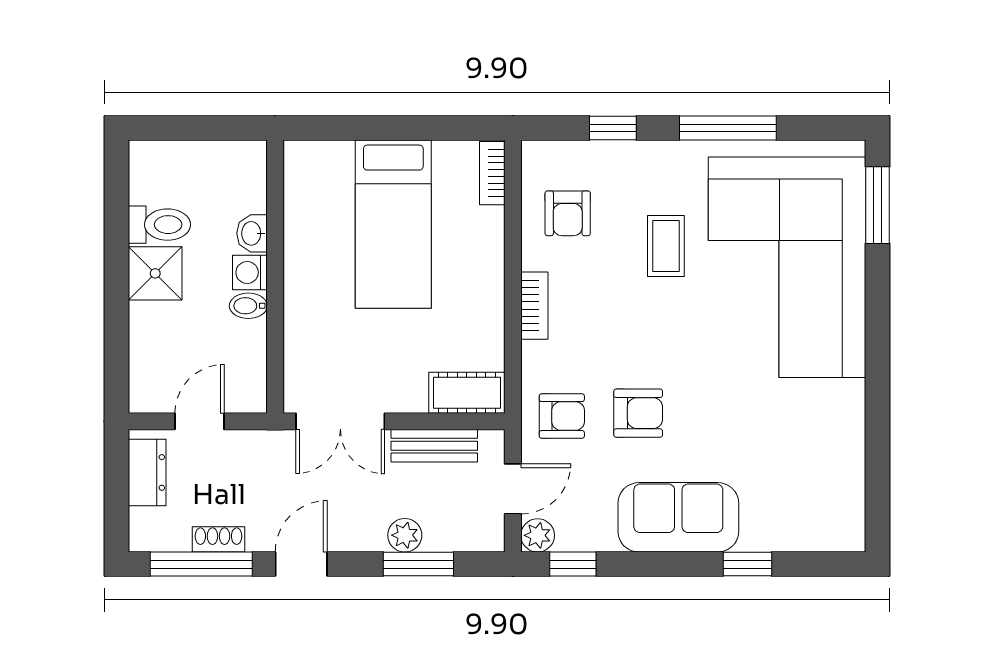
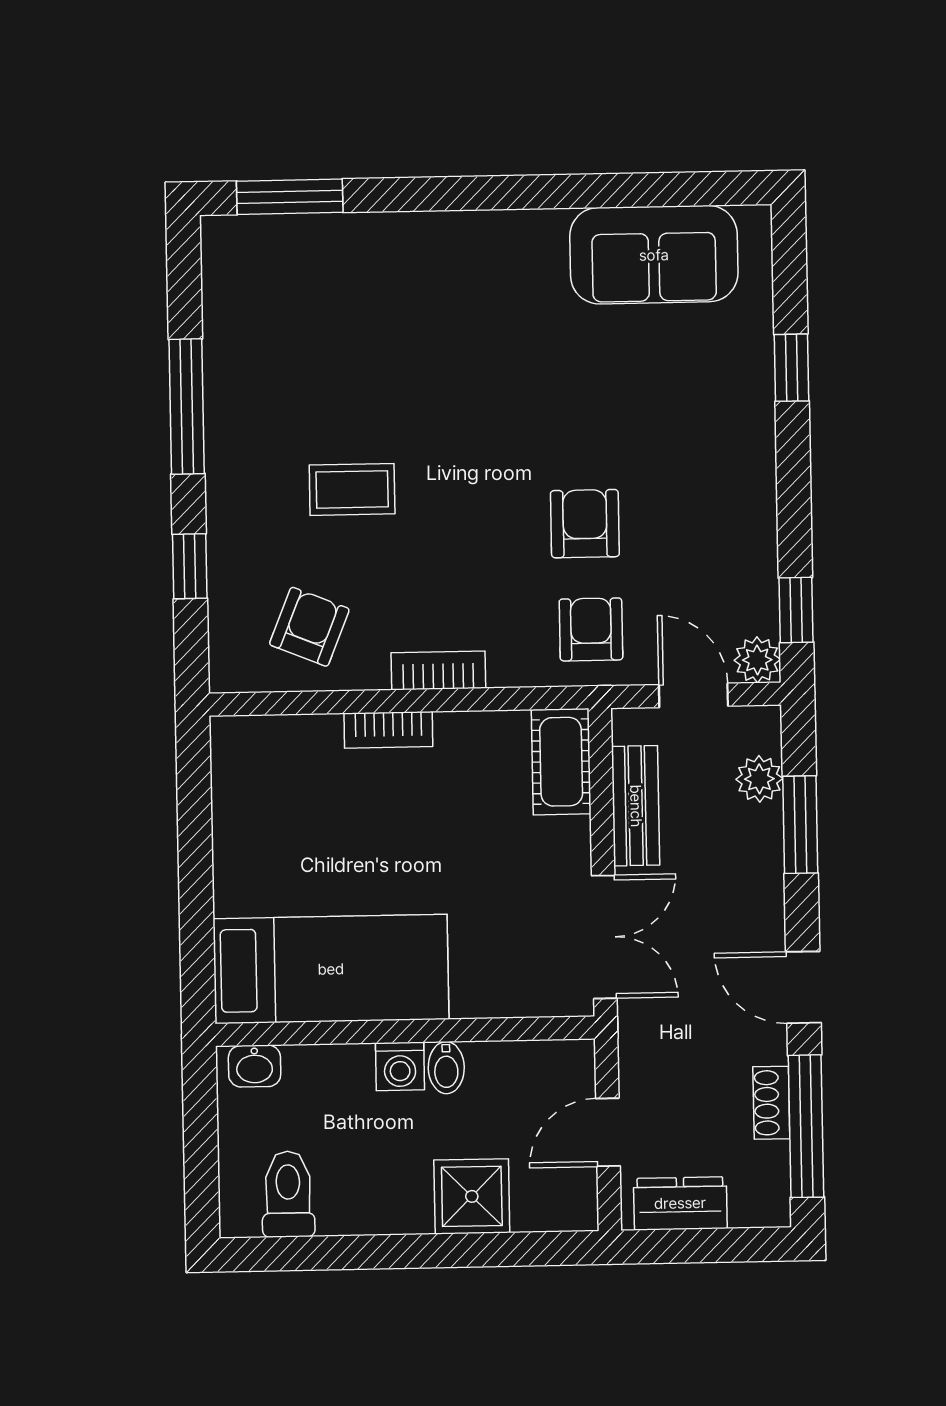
bookcase: (492, 173) -> (388, 730), moved
armchair: (568, 213) -> (309, 627), turned -68
bed: (393, 224) -> (331, 969), moved
toilet: (159, 225) -> (288, 1194), moved
washbasin: (252, 233) -> (255, 1066), moved
corner sofa: (787, 267) -> (378, 321), removed
shower: (155, 273) -> (472, 1196), moved
door: (200, 421) -> (608, 1132), hinge flipped
sofa: (678, 517) -> (654, 255), moved, turned -90
plant: (405, 535) -> (759, 779), moved

